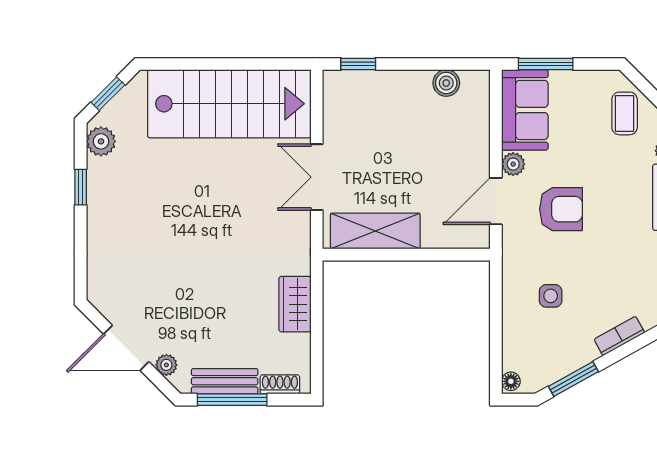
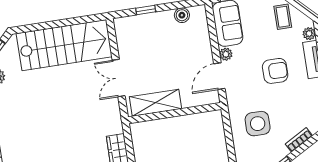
window: (358, 64) -> (146, 10), moved
armchair: (561, 209) -> (275, 71), moved
side table: (551, 296) -> (258, 124), width x1.87, depth x1.87

